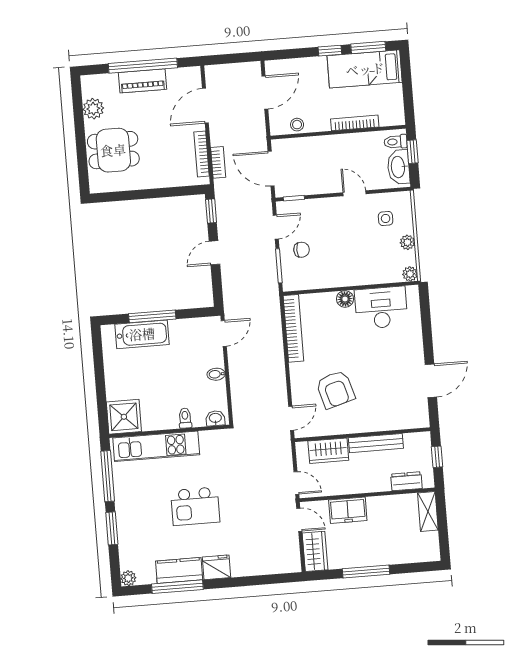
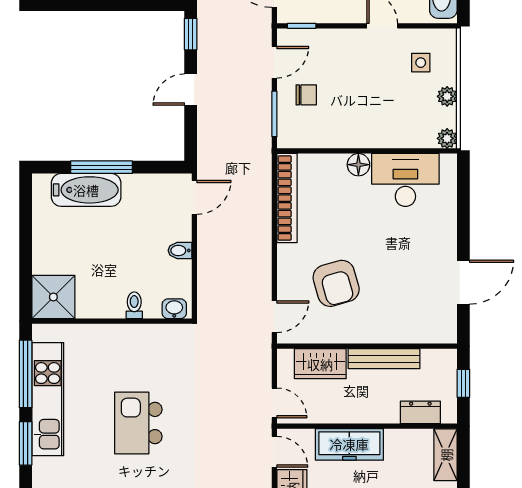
kitchen unit: (156, 446) -> (48, 399), moved, turned -90
kitchen island: (195, 506) -> (138, 423), turned 90
freezer: (348, 510) -> (349, 444), width x1.40

